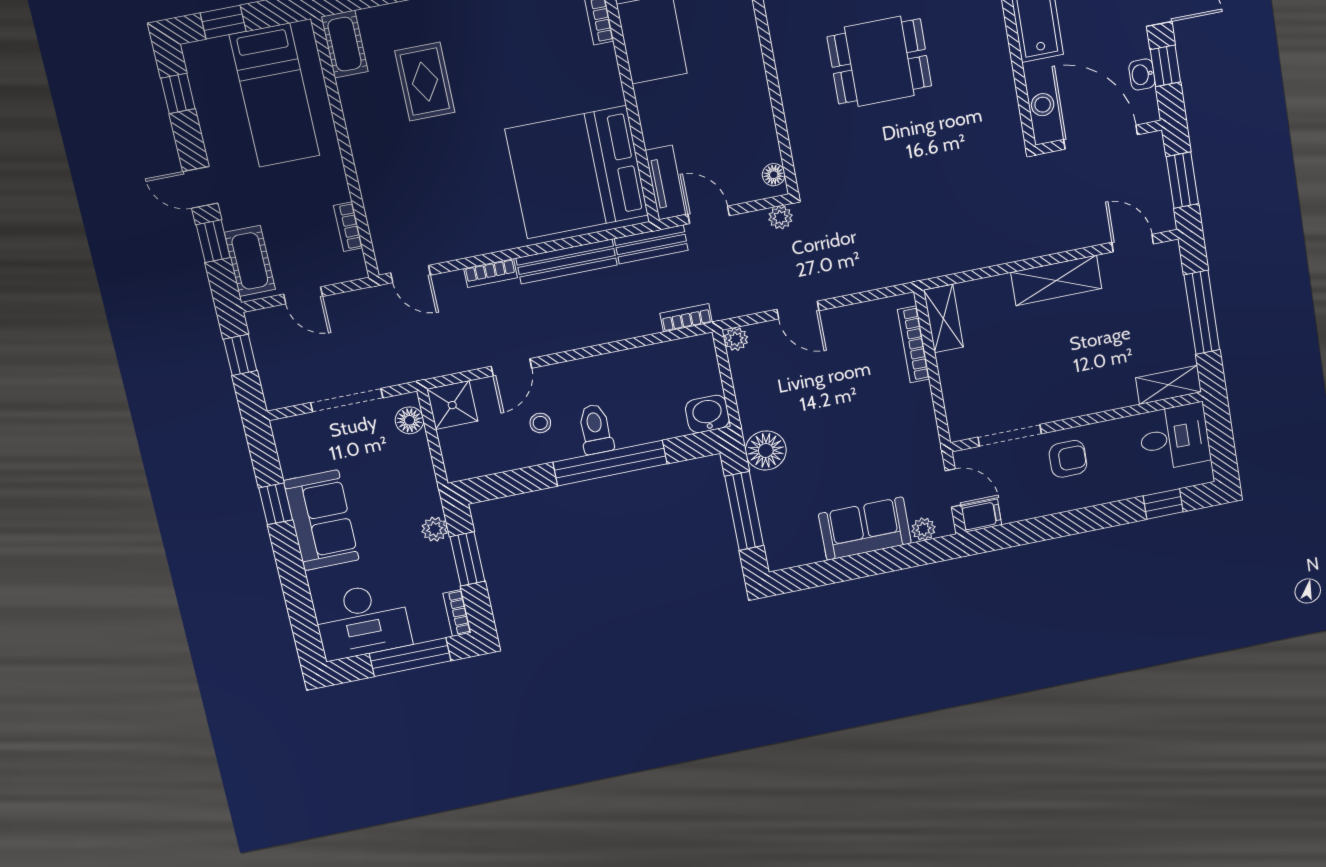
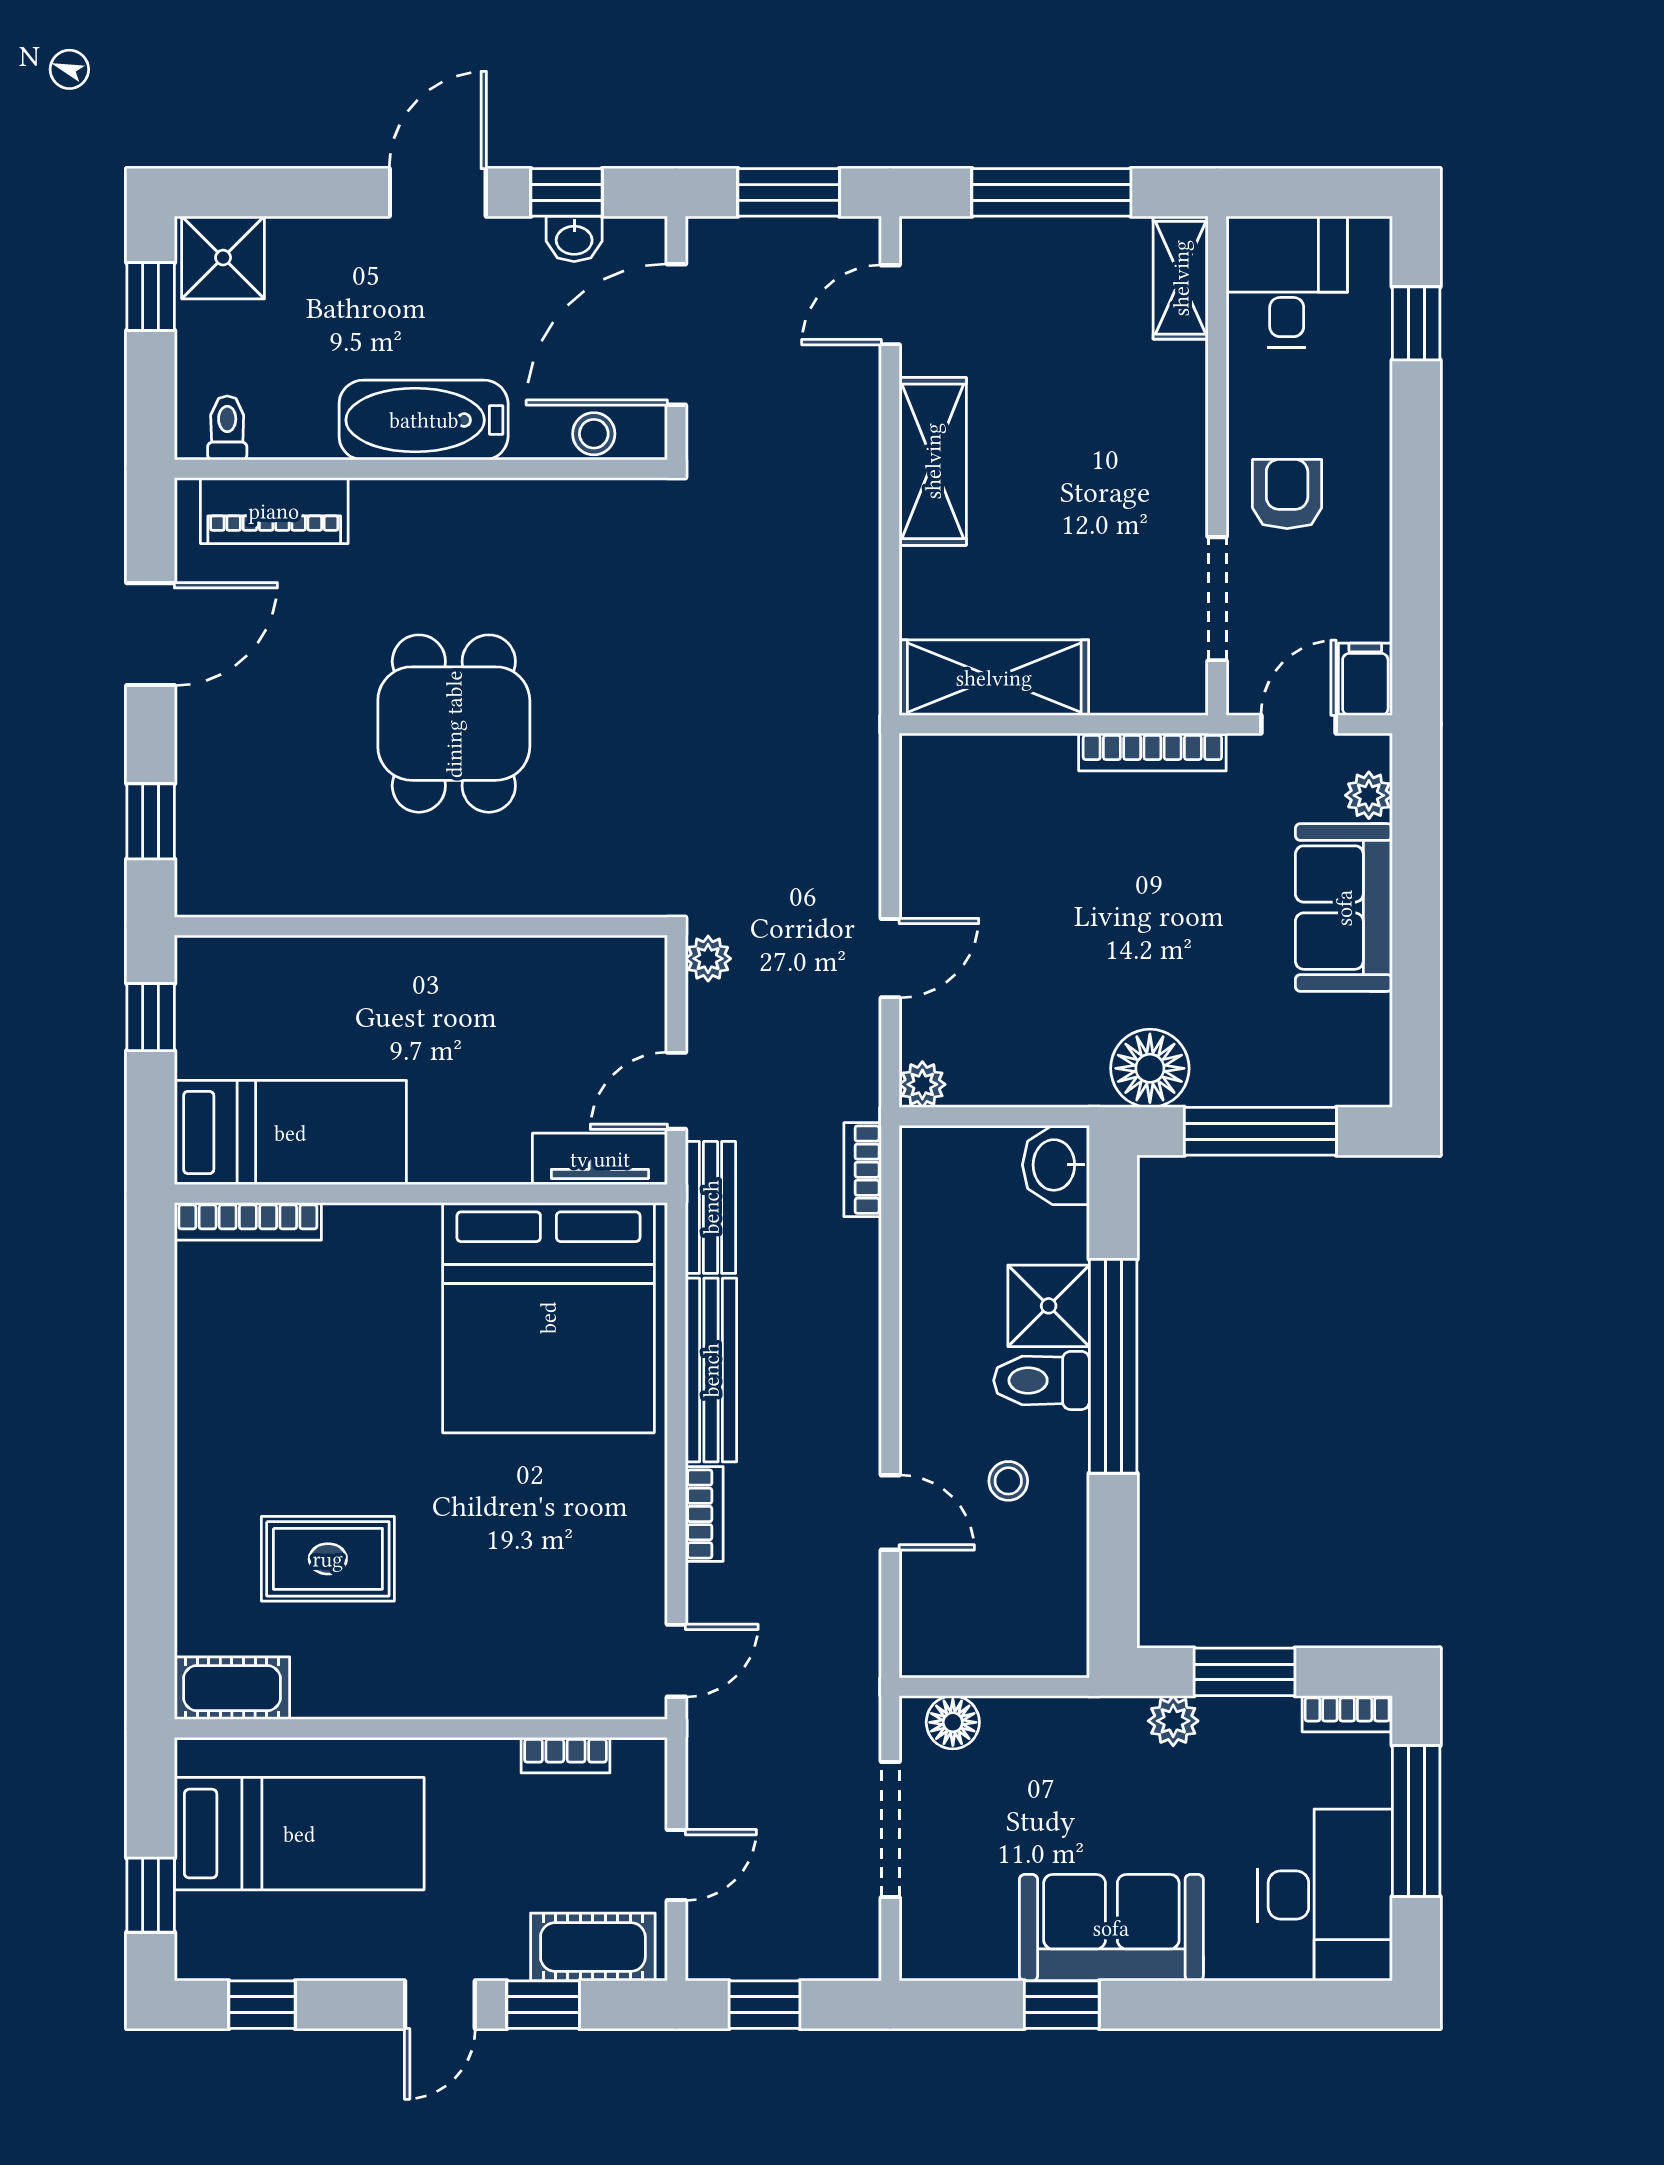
floor lamp: (774, 175) -> (625, 956), removed
shelving: (943, 319) -> (994, 678), width x1.50, depth x1.33
bookcase: (914, 344) -> (1152, 752), moved
shower: (452, 405) -> (1049, 1306), moved

